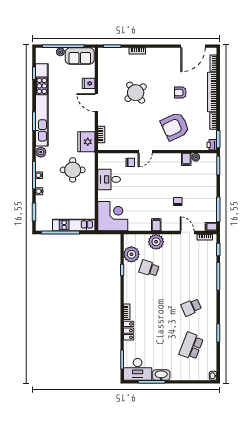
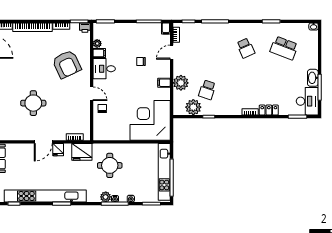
fridge: (89, 83) -> (58, 150), moved
round table: (136, 93) -> (33, 103), turned 38
armchair: (180, 93) -> (33, 59), removed
plant: (41, 152) -> (106, 197), moved
desk: (109, 179) -> (104, 69), moved, turned 90
corner desk: (113, 216) -> (150, 120), width x1.36, depth x1.36
kitchen unit: (74, 225) -> (164, 172), width x1.36

